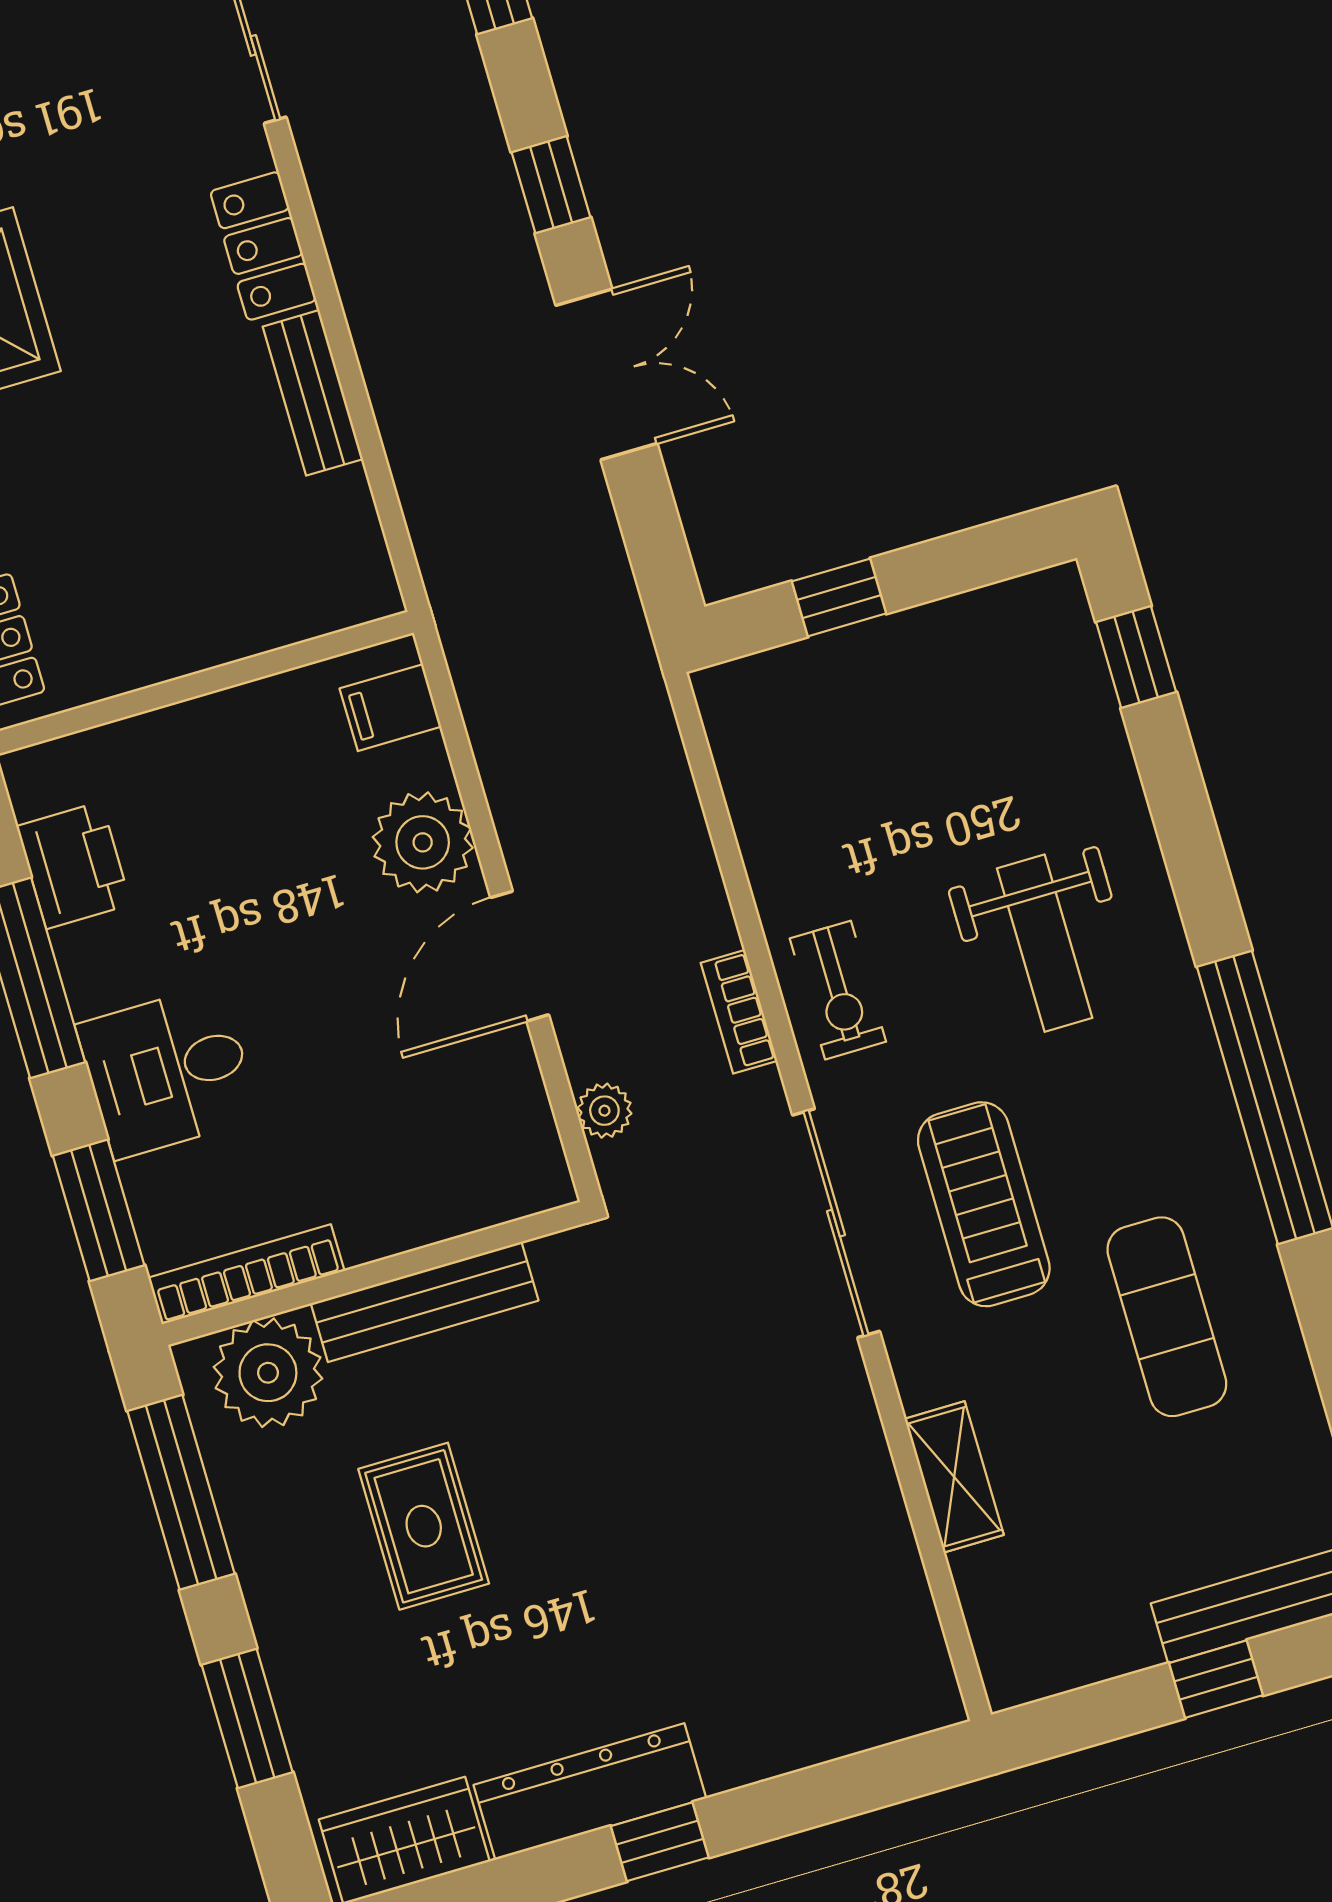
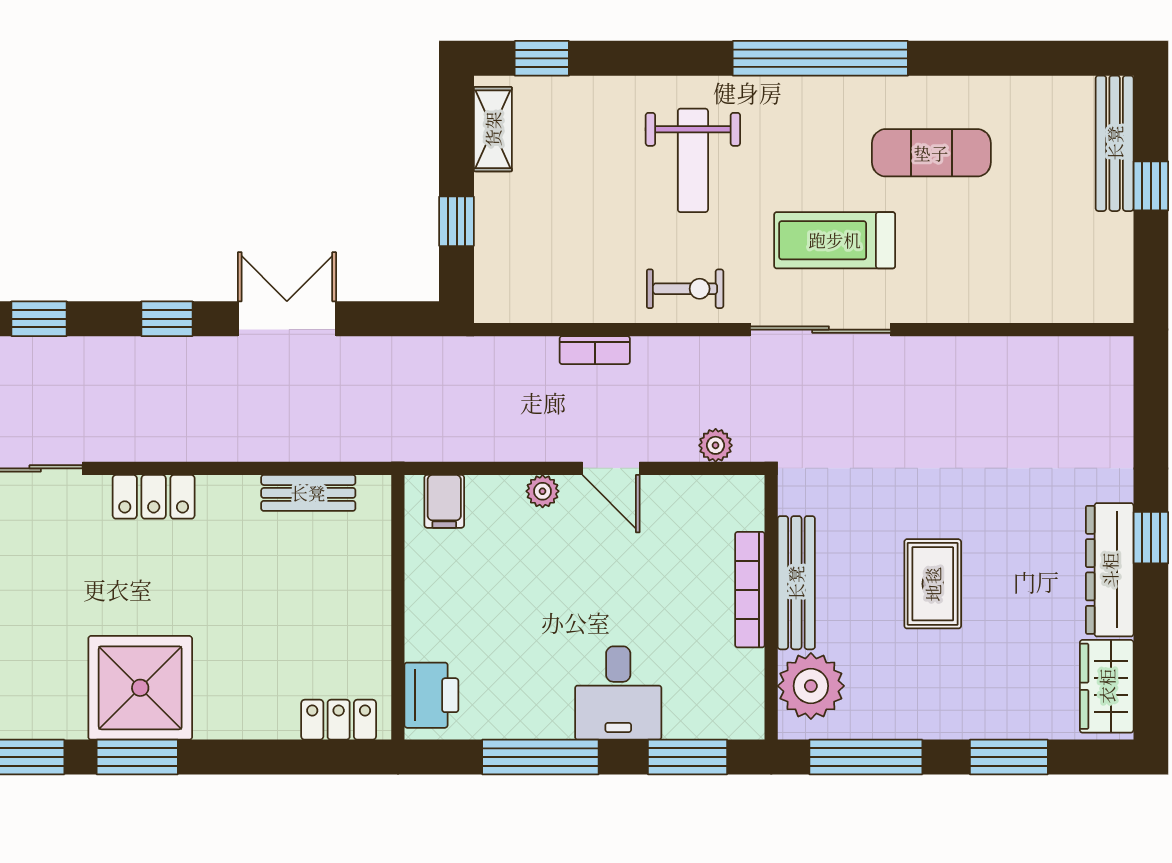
bench: (313, 393) -> (308, 493), moved
plant: (423, 842) -> (543, 491), width x0.53, depth x0.53
printer: (74, 865) -> (431, 695), moved, turned 90
weight bench: (1045, 943) -> (693, 160), turned 90
door: (520, 956) -> (611, 468), width x0.73
bookcase: (739, 1012) -> (595, 350), moved
bookcase: (246, 1274) -> (750, 590), moved
shelving: (954, 1477) -> (493, 129), moved, turned 90
rug: (424, 1526) -> (933, 584), moved, turned 90

